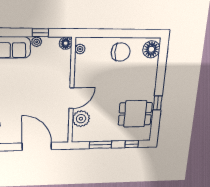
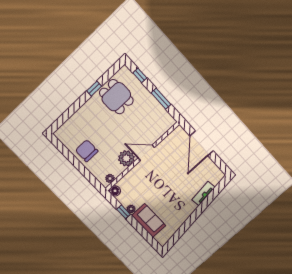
floor lamp: (151, 49) -> (65, 132), removed
plant: (81, 119) -> (126, 158), moved

